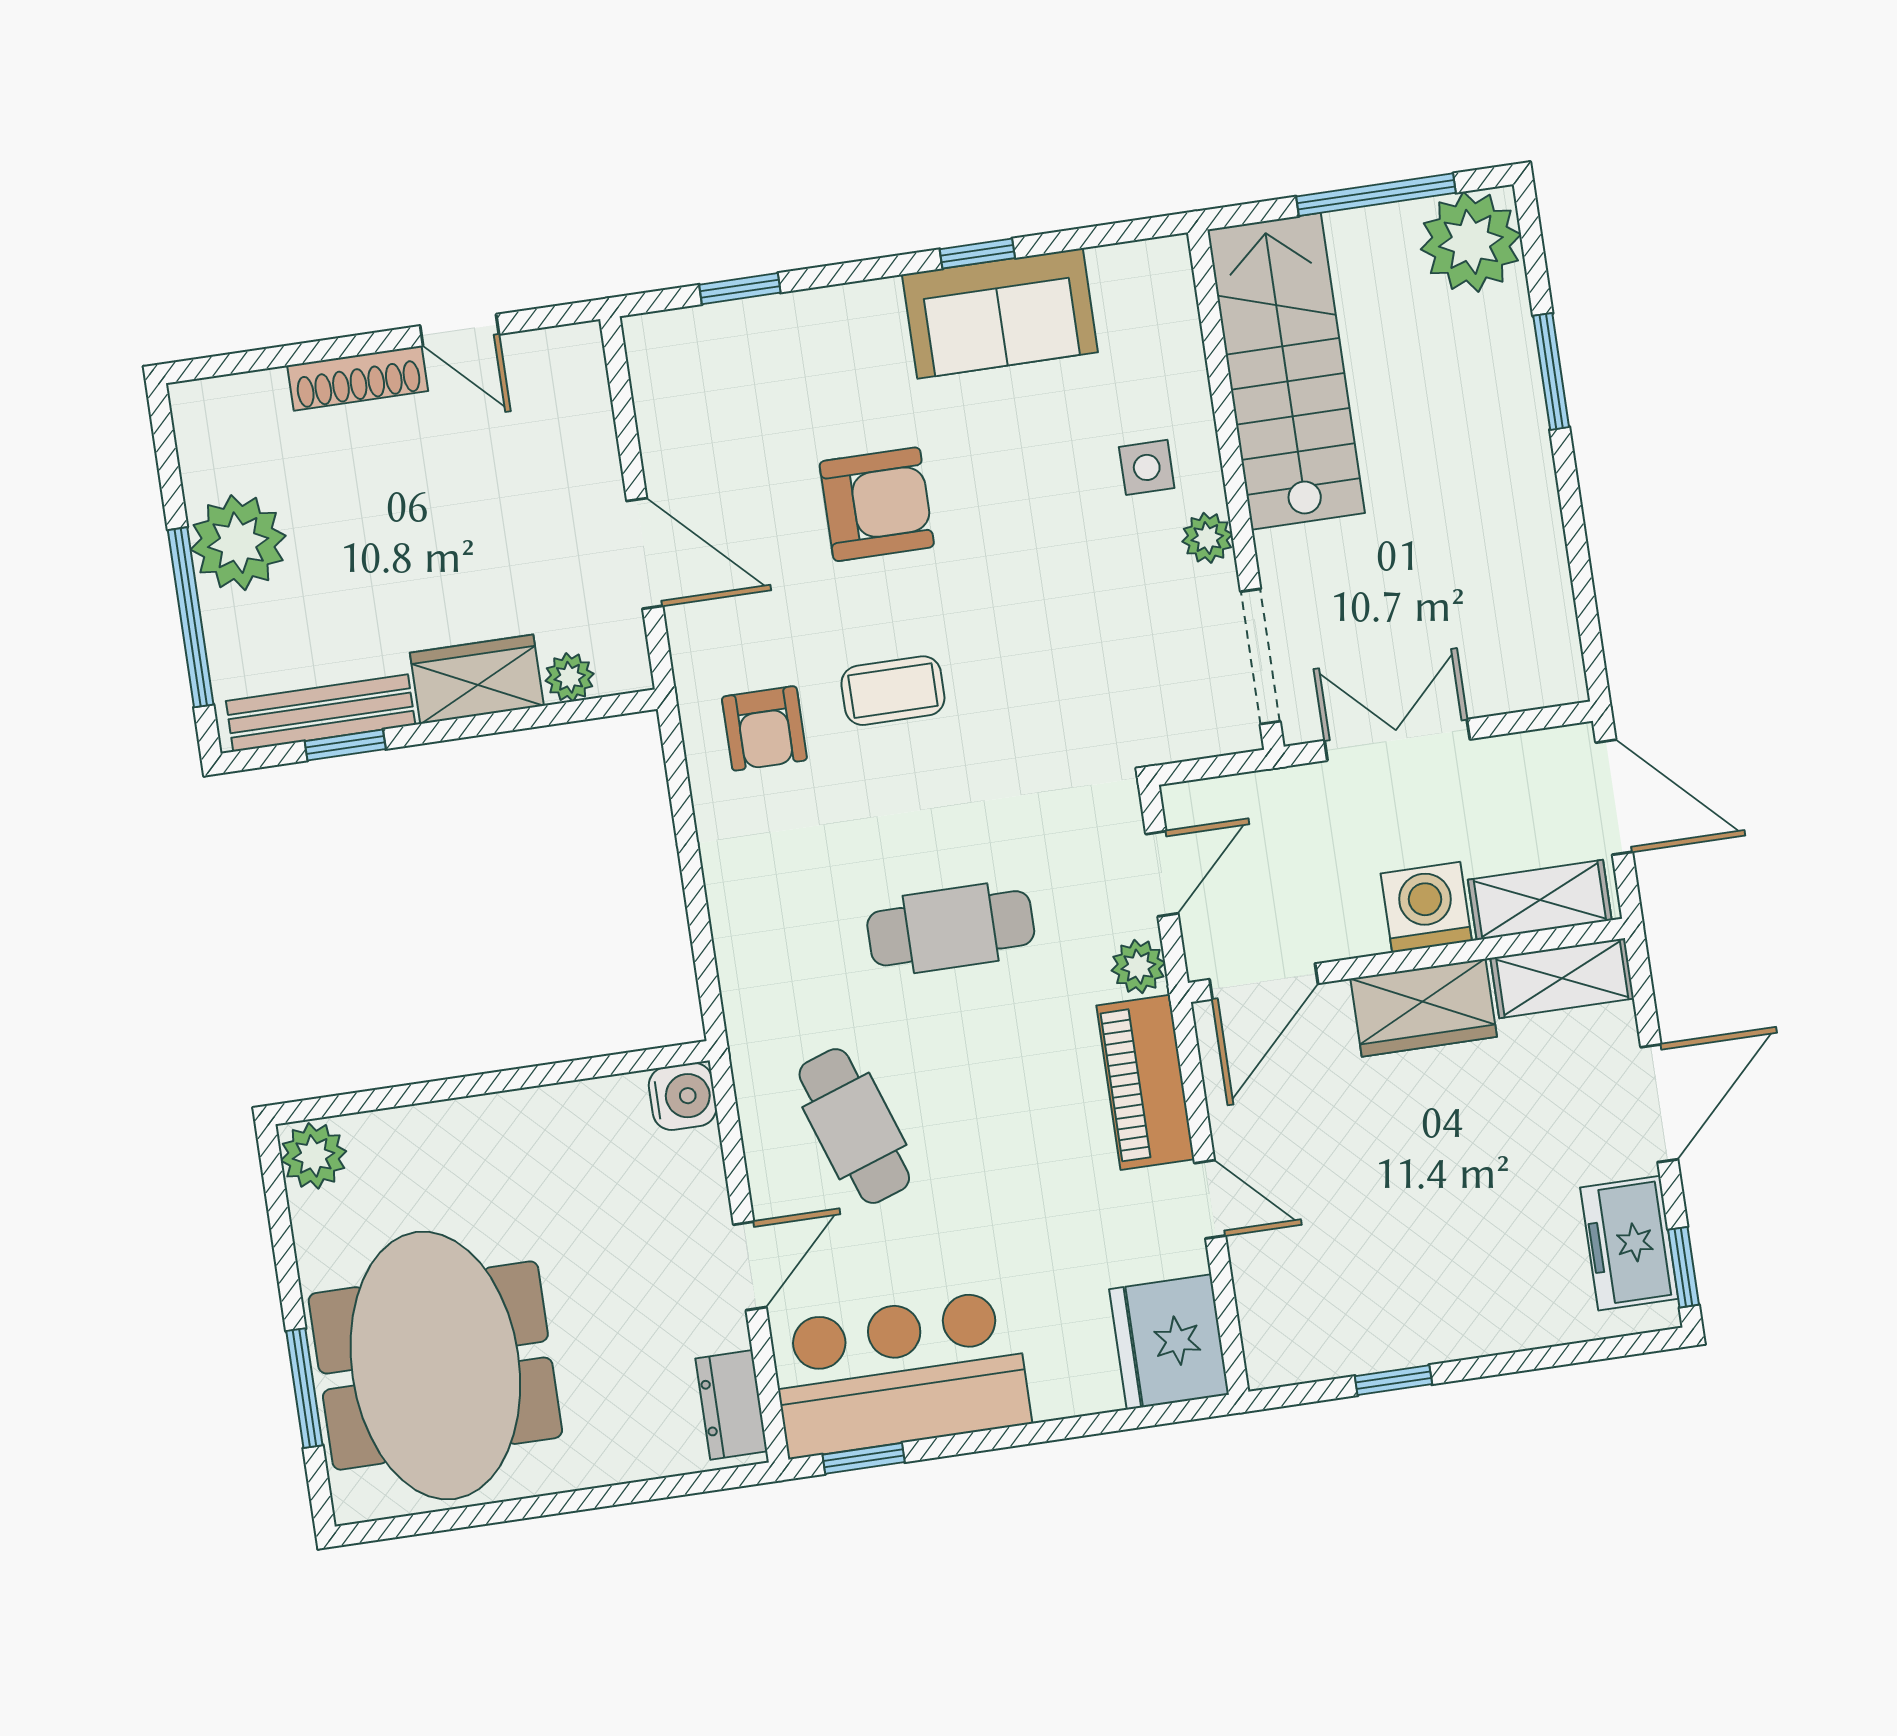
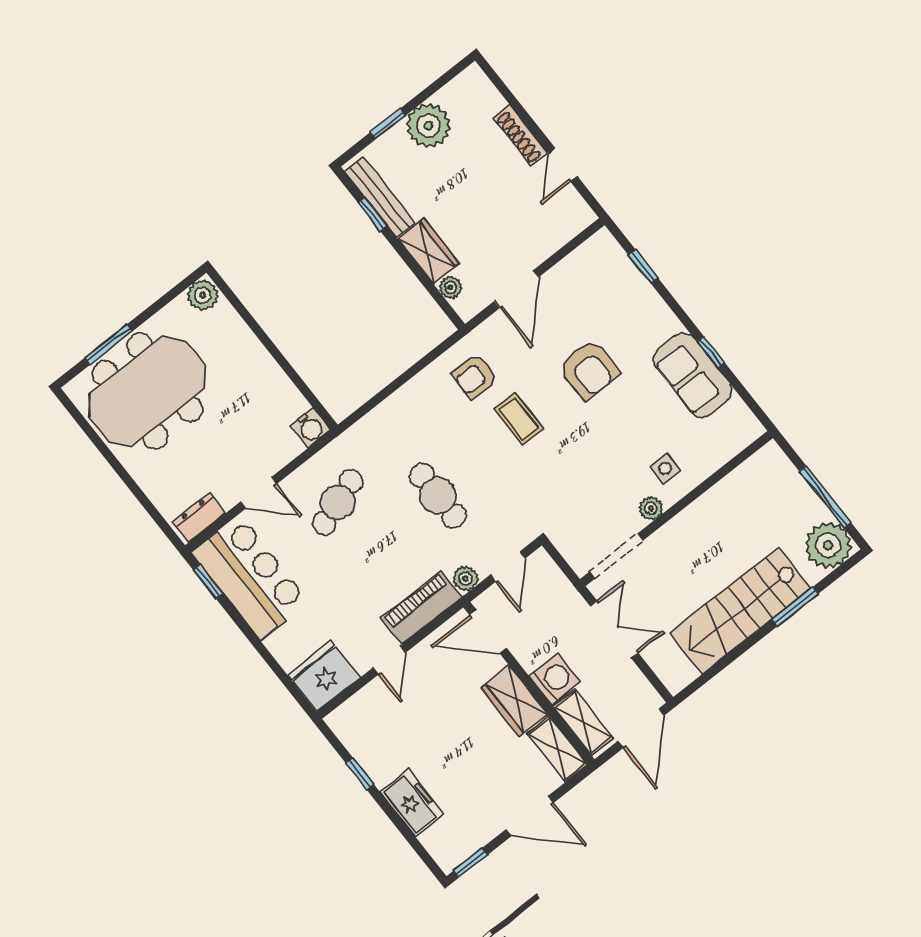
stairs: (1286, 371) -> (740, 611), moved, turned 180
window: (191, 617) -> (388, 124), width x0.46
door: (1162, 874) -> (508, 567), hinge flipped
freezer: (1629, 1243) -> (412, 803), moved, turned 90

